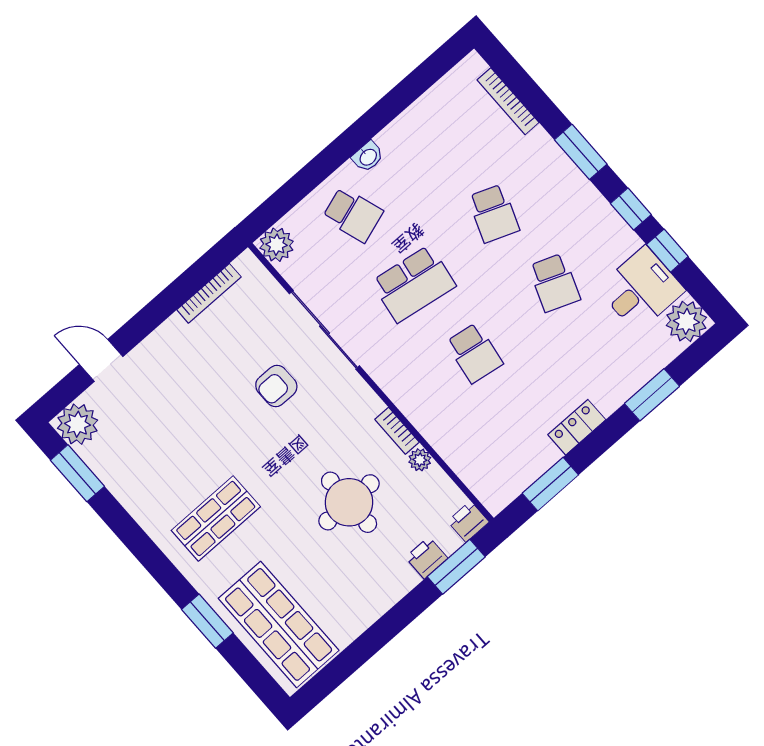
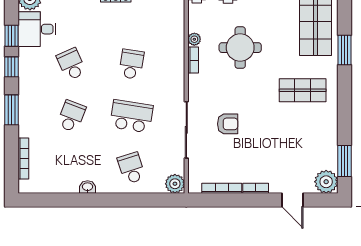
washbasin: (368, 157) -> (88, 187), moved
school desk: (554, 283) -> (71, 64), turned -45
bookcase: (164, 333) -> (256, 188), added

